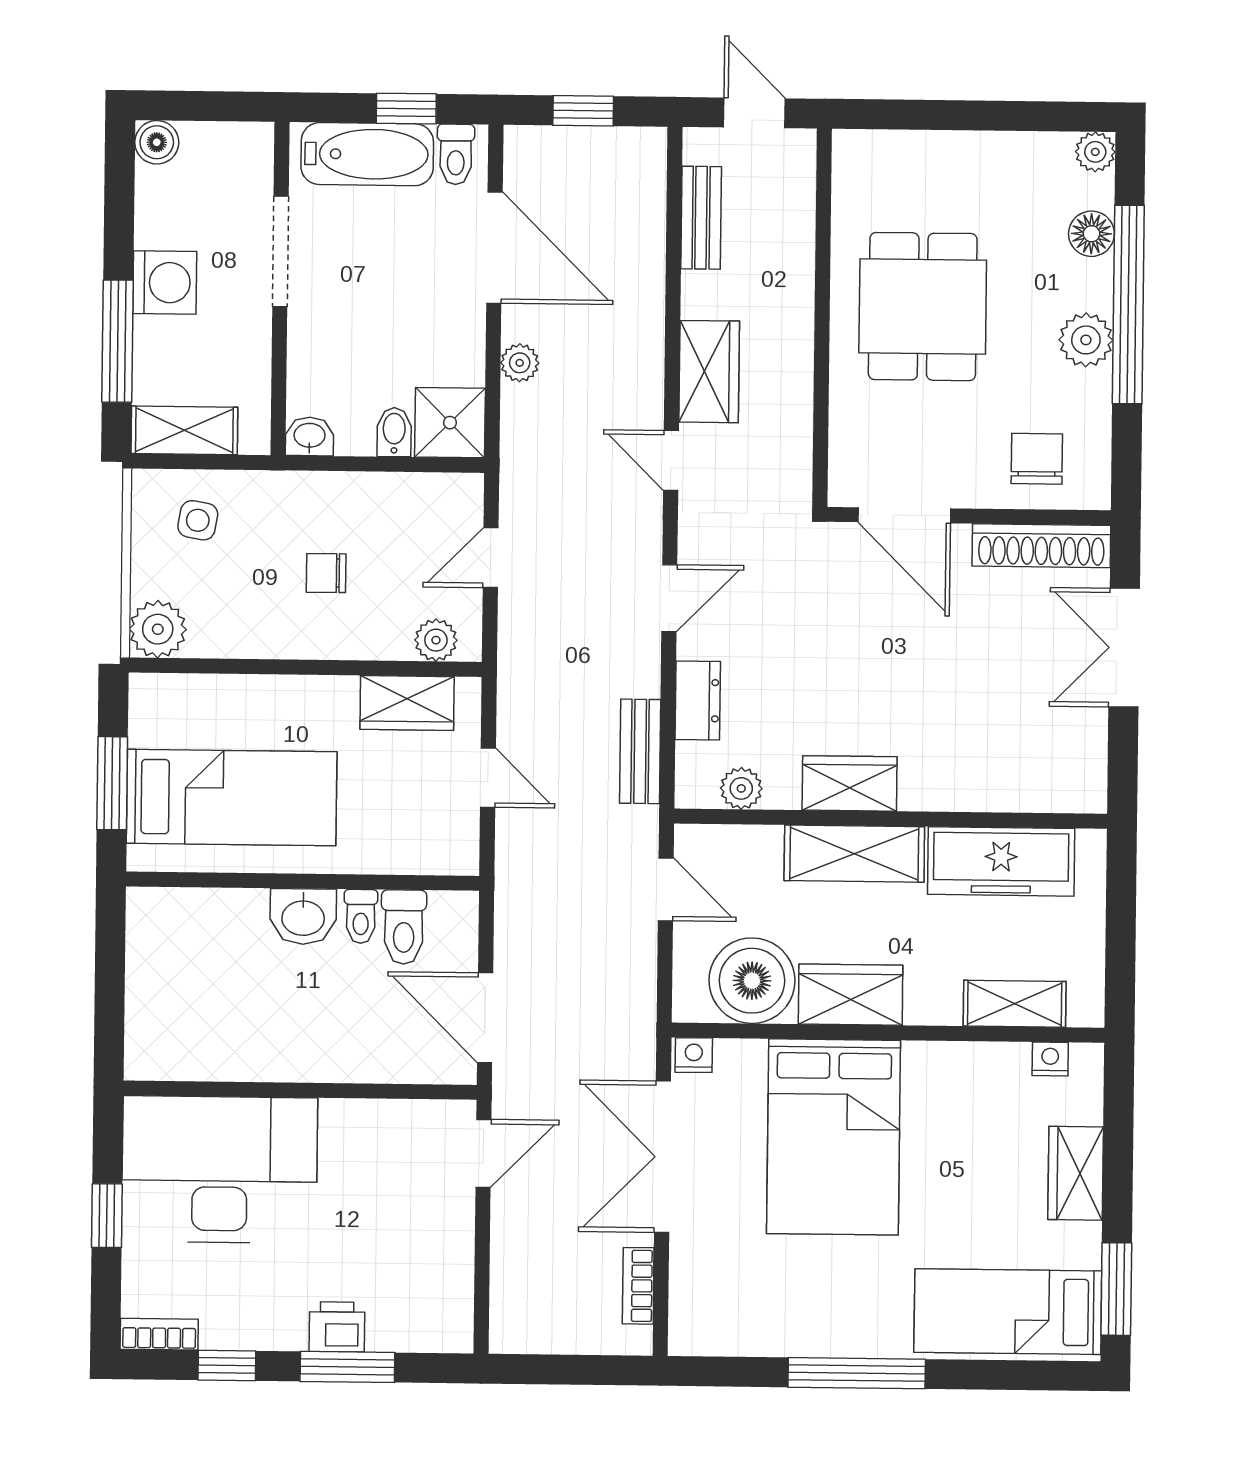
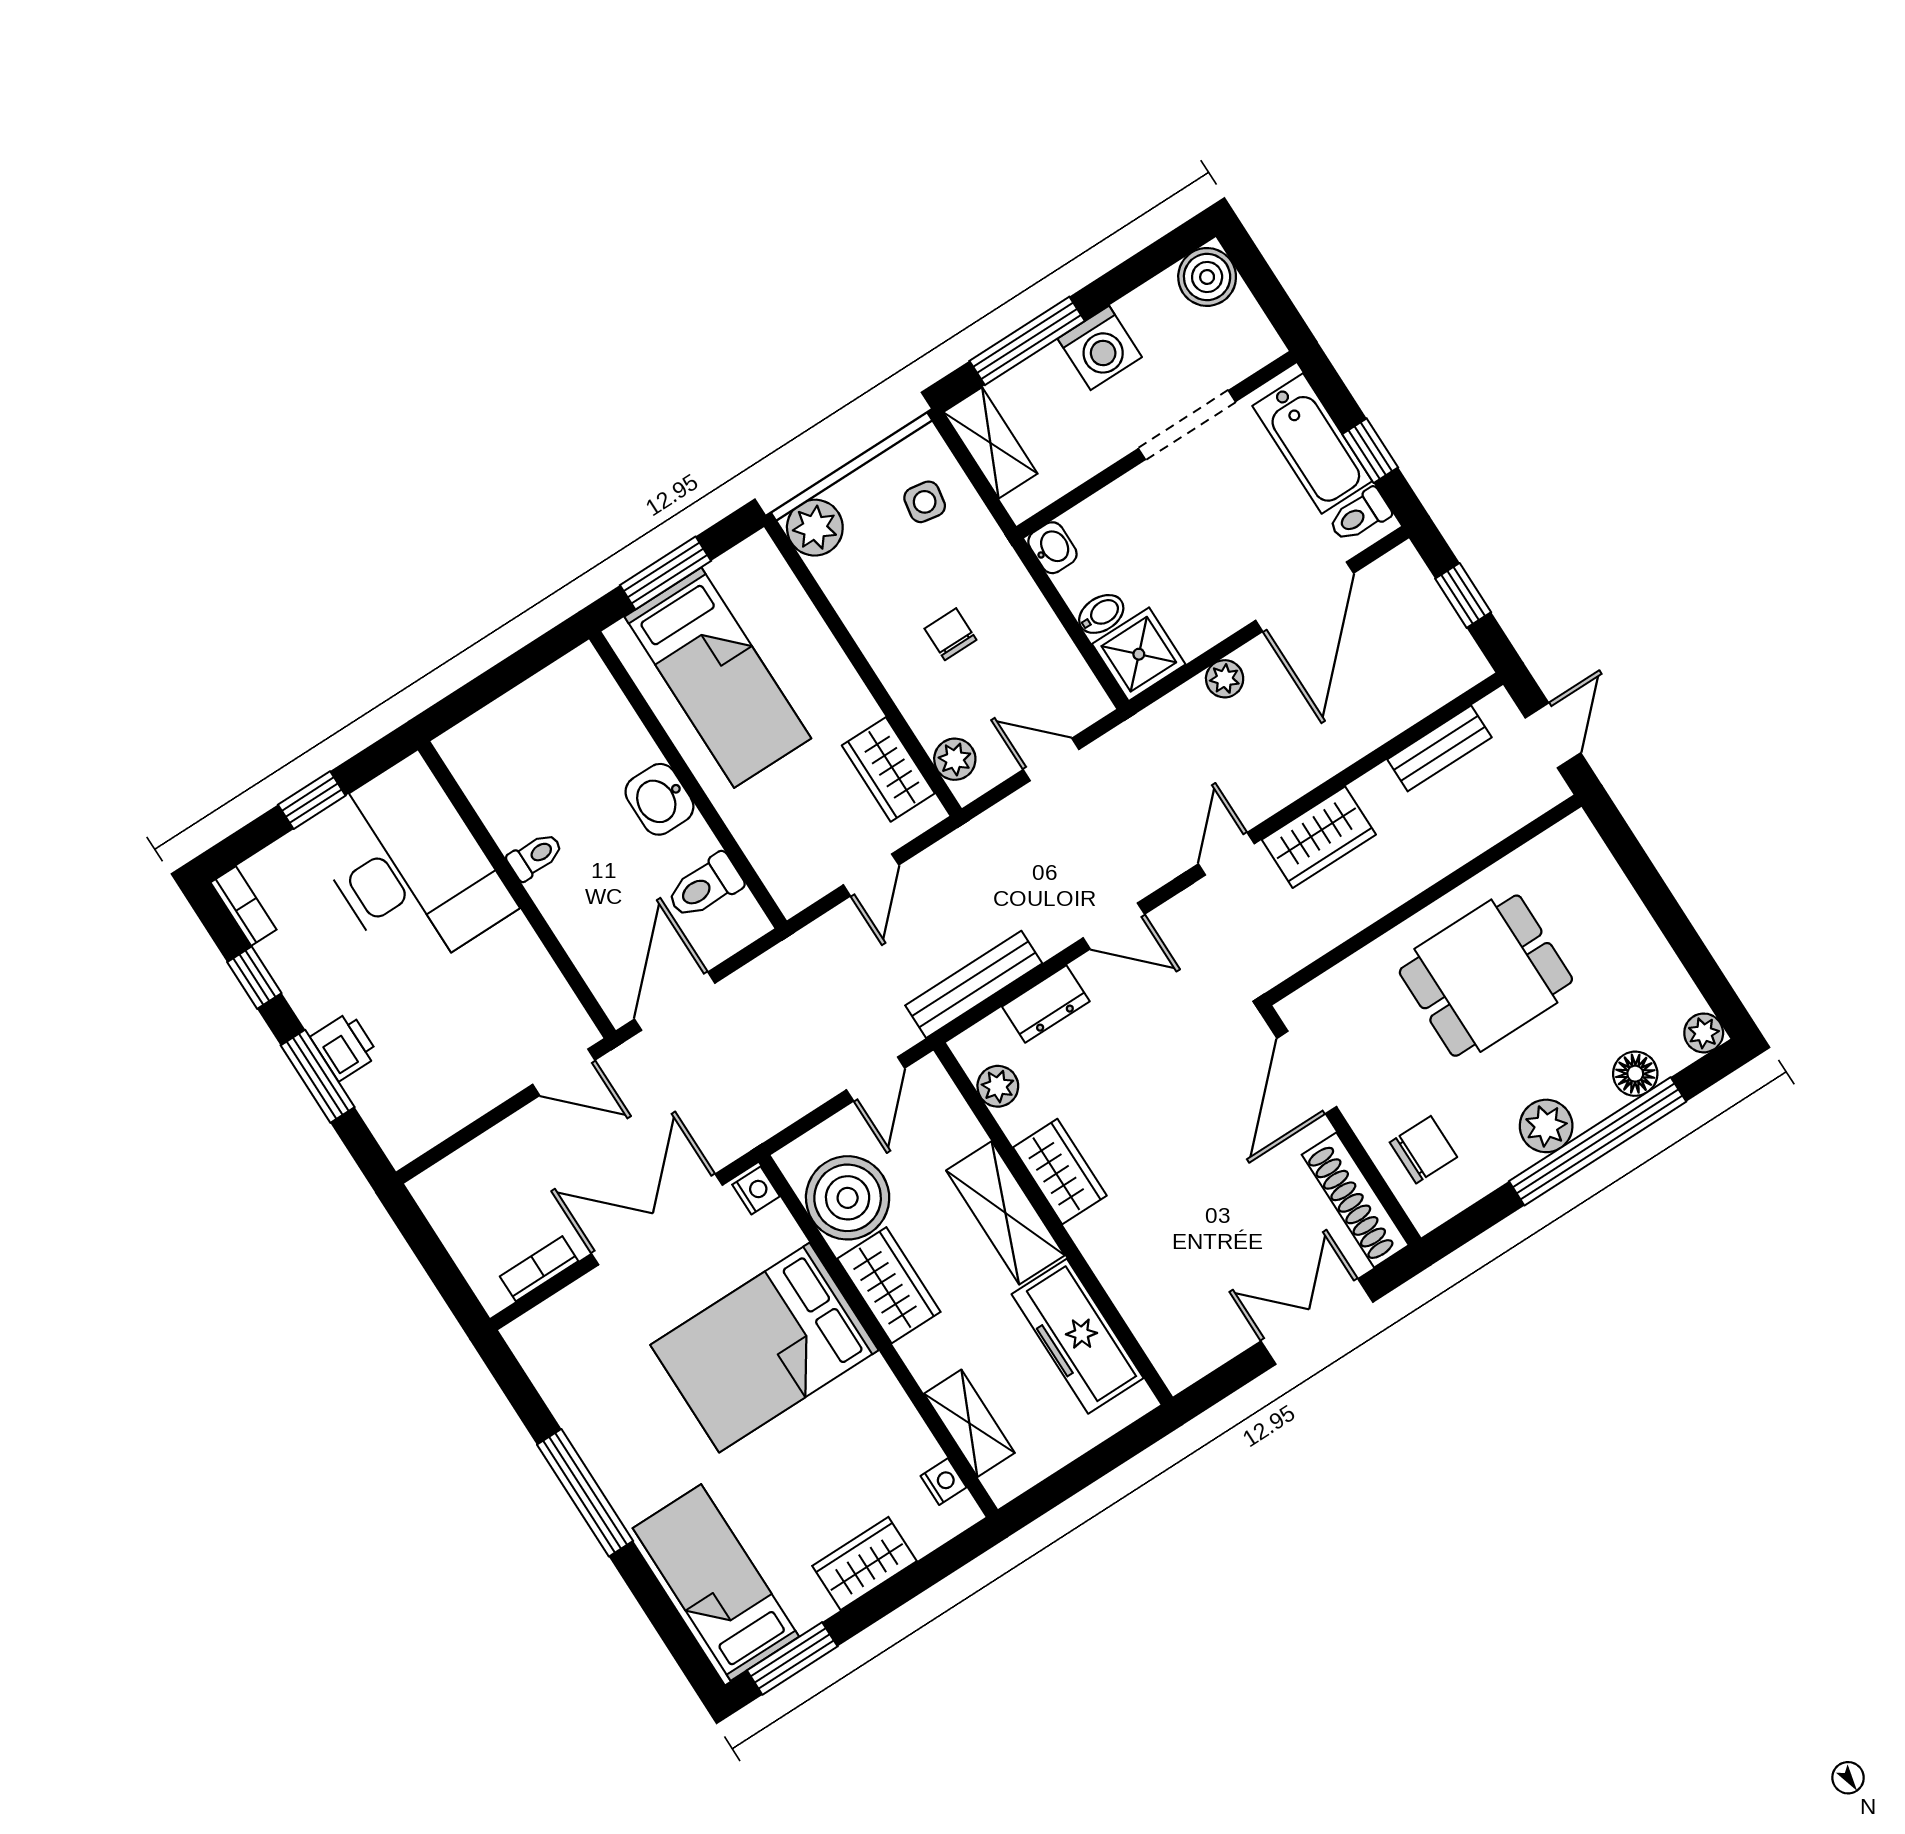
boiler: (157, 142) -> (1207, 277), width x1.36, depth x1.36
bench: (640, 751) -> (974, 984), width x1.36
toilet: (361, 916) -> (535, 856), moved, turned 180

